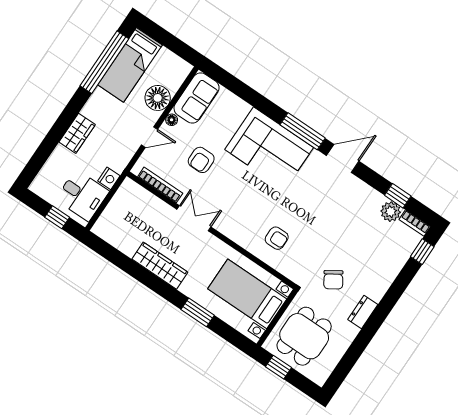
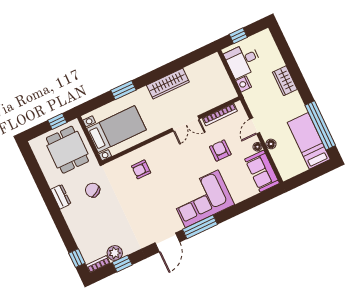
floor lamp: (158, 98) -> (271, 144), width x0.53, depth x0.53

